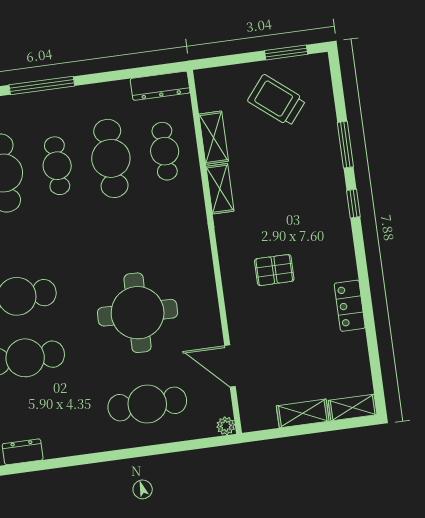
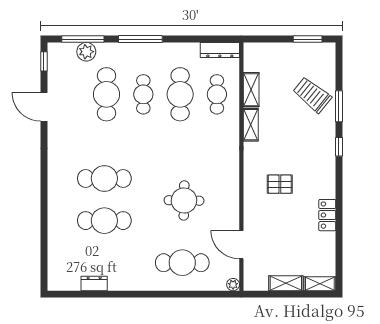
trolley: (277, 100) -> (312, 95), moved
round table: (138, 313) -> (184, 200), width x0.73, depth x0.73

